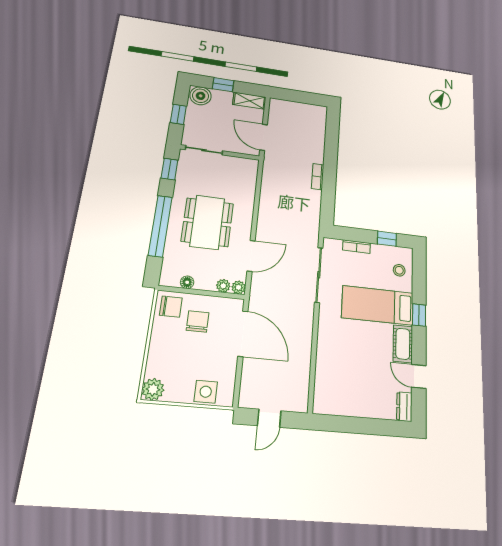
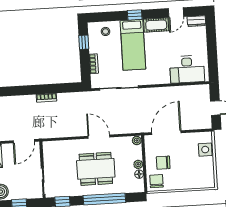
door: (251, 256) -> (99, 137), moved
plant: (223, 286) -> (138, 164), moved
desk: (334, 381) -> (187, 69), added
plant: (153, 389) -> (208, 181), removed

